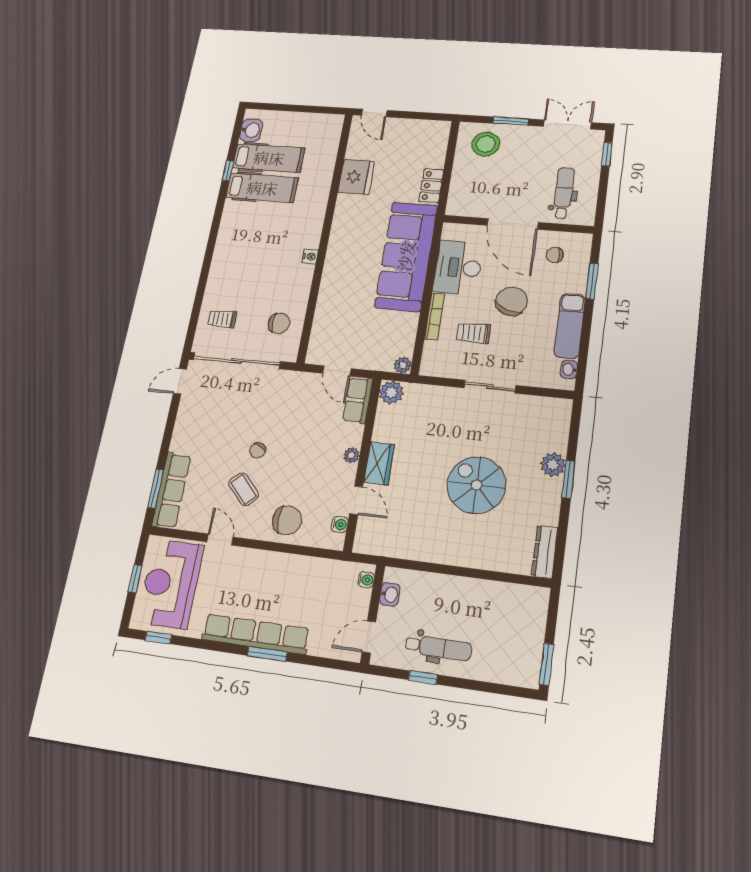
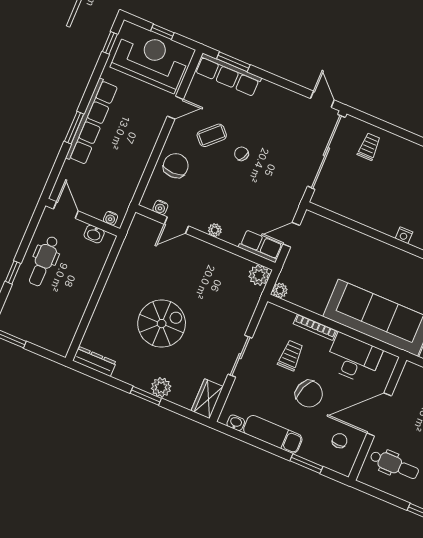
chair: (279, 323) -> (350, 195), removed
wardrobe: (379, 463) -> (207, 399), moved, turned 90
chair: (287, 520) -> (176, 166), turned 180
window: (423, 677) -> (13, 272), moved

